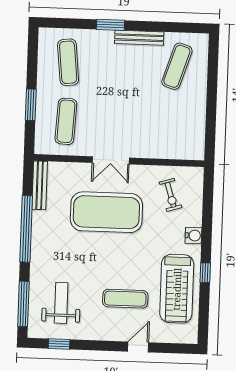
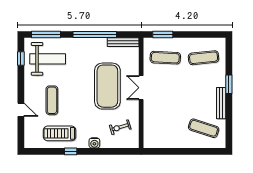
window: (31, 105) -> (163, 35), moved
treadmill: (177, 289) -> (60, 133), width x0.73, depth x0.73
weight bench: (61, 303) -> (48, 59), width x1.36, depth x1.33

